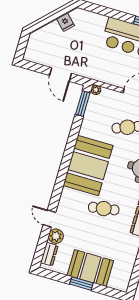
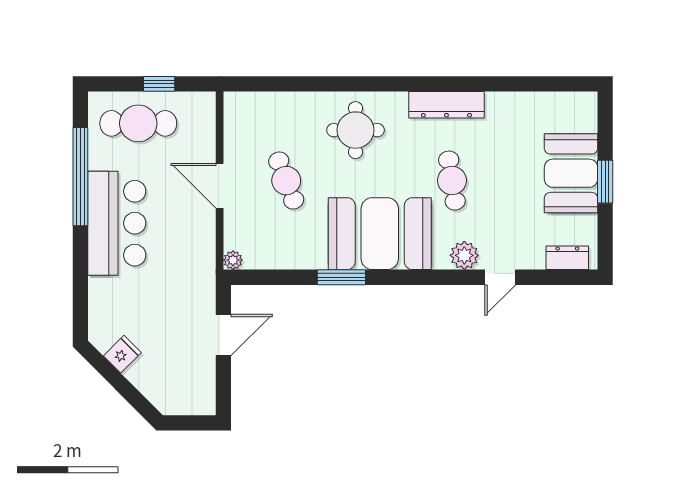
window: (83, 104) -> (341, 277), moved
plant: (56, 236) -> (464, 255), moved

